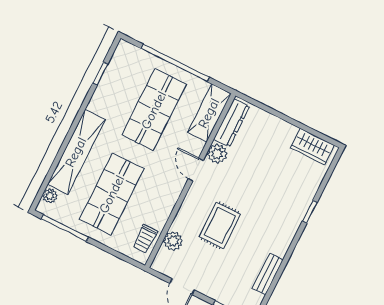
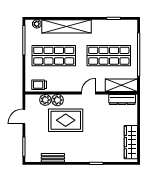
wardrobe: (312, 146) -> (131, 142), width x1.50
plant: (217, 154) -> (57, 100), moved
rug: (220, 225) -> (66, 120), width x1.36, depth x1.43

